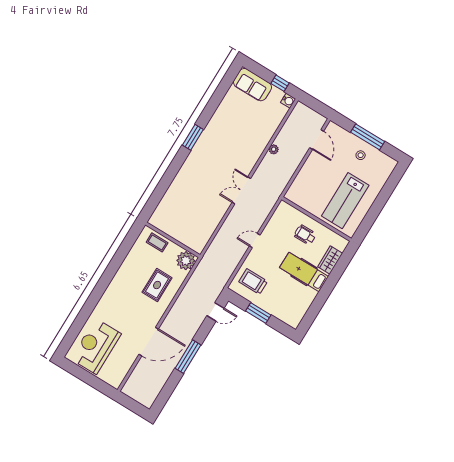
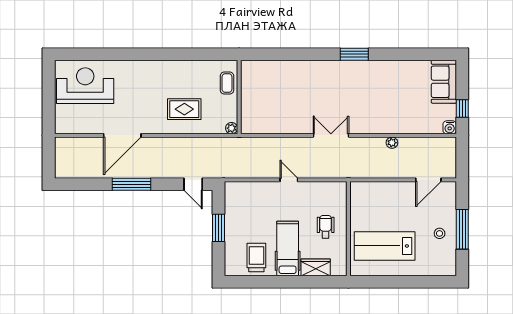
plant: (186, 261) -> (232, 128), width x0.53, depth x0.53
trolley: (253, 282) -> (256, 258), moved
door: (149, 342) -> (122, 135), hinge flipped

